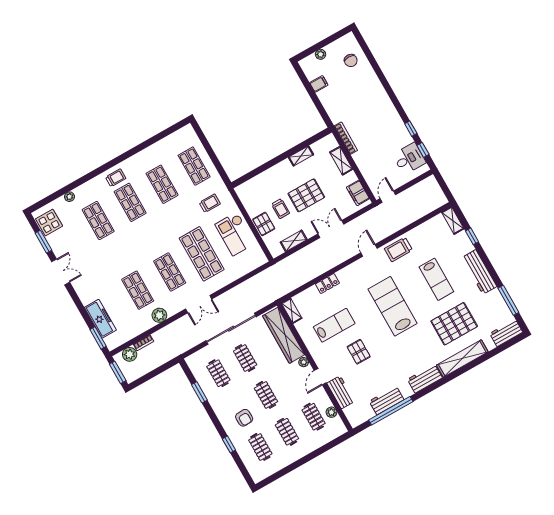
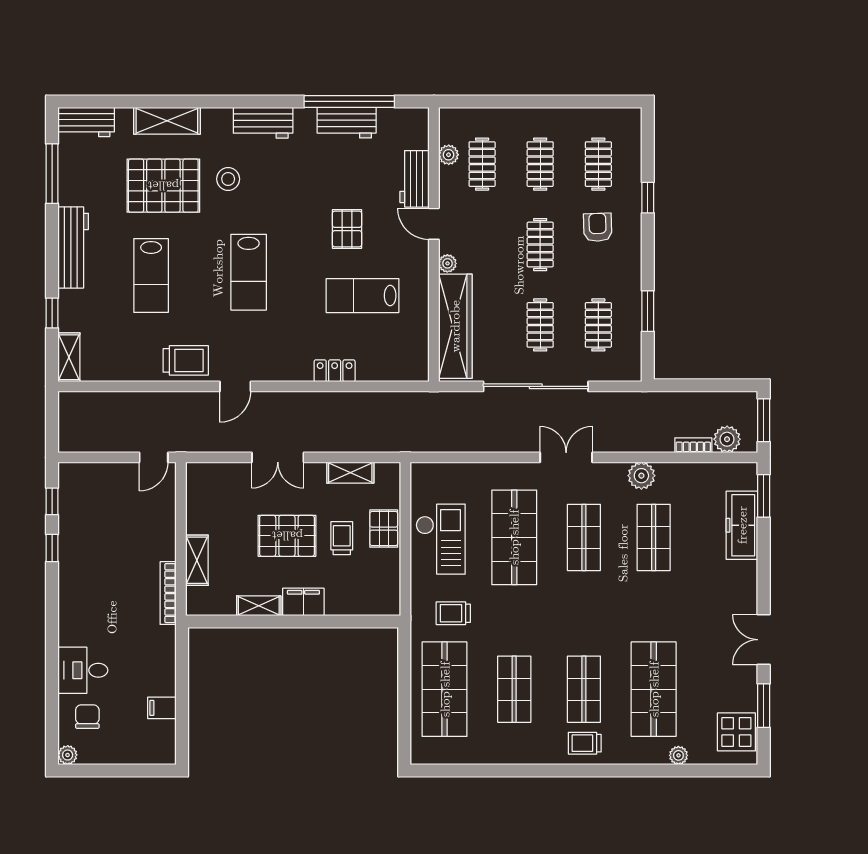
plant: (321, 54) -> (68, 755), moved
desk: (409, 159) -> (83, 670), moved
shop shelf: (194, 166) -> (445, 689), width x1.43, depth x1.36
filing cabinet: (358, 193) -> (303, 602), moved, turned -90
shop shelf: (98, 221) -> (654, 689), width x1.43, depth x1.36
lab bench: (436, 279) -> (151, 276), turned 180
lab bench: (393, 306) -> (249, 272), width x0.73, depth x0.72
shelving: (292, 311) -> (419, 359), removed
stool: (426, 344) -> (228, 179), added
shelving: (462, 358) -> (167, 121), width x0.68
door: (320, 377) -> (434, 224), swing flipped

